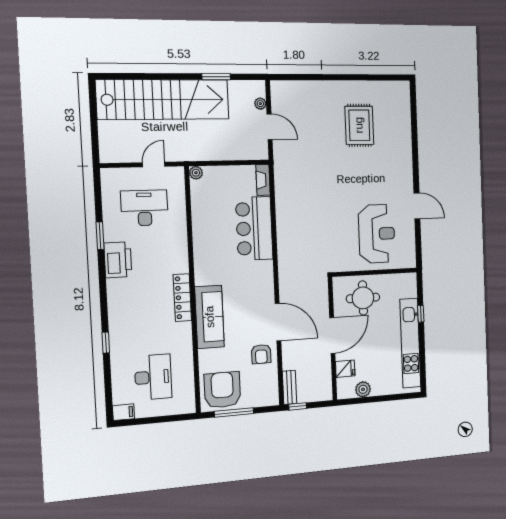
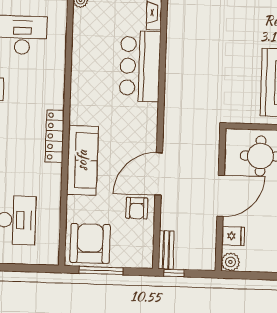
door: (278, 322) -> (159, 174), swing flipped
plant: (363, 389) -> (230, 262), moved

